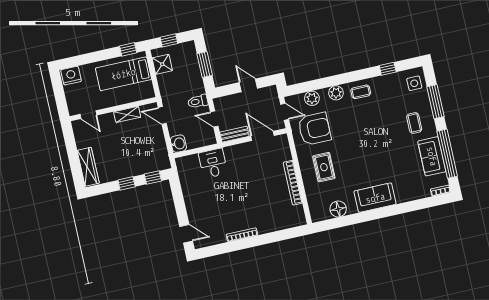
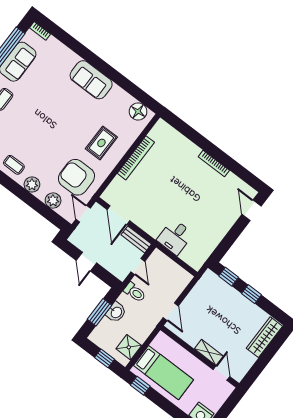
shelving: (127, 114) -> (209, 352), moved
washbasin: (178, 144) -> (116, 312), moved, turned 180
floor lamp: (338, 209) -> (138, 111), moved

